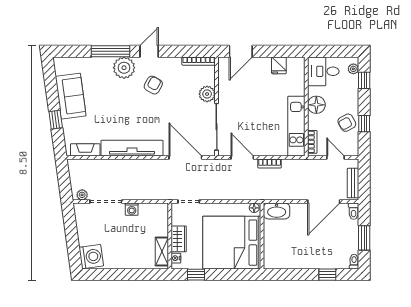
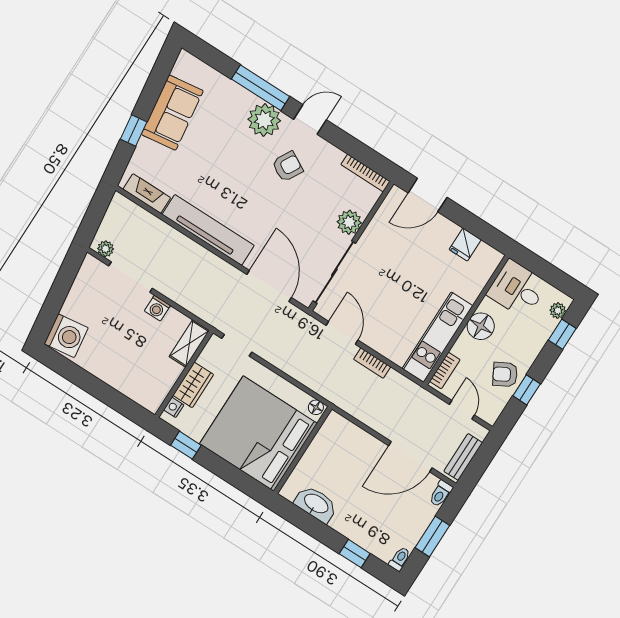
washbasin: (277, 211) -> (316, 504), moved, turned 180
shelving: (162, 252) -> (189, 343), moved

